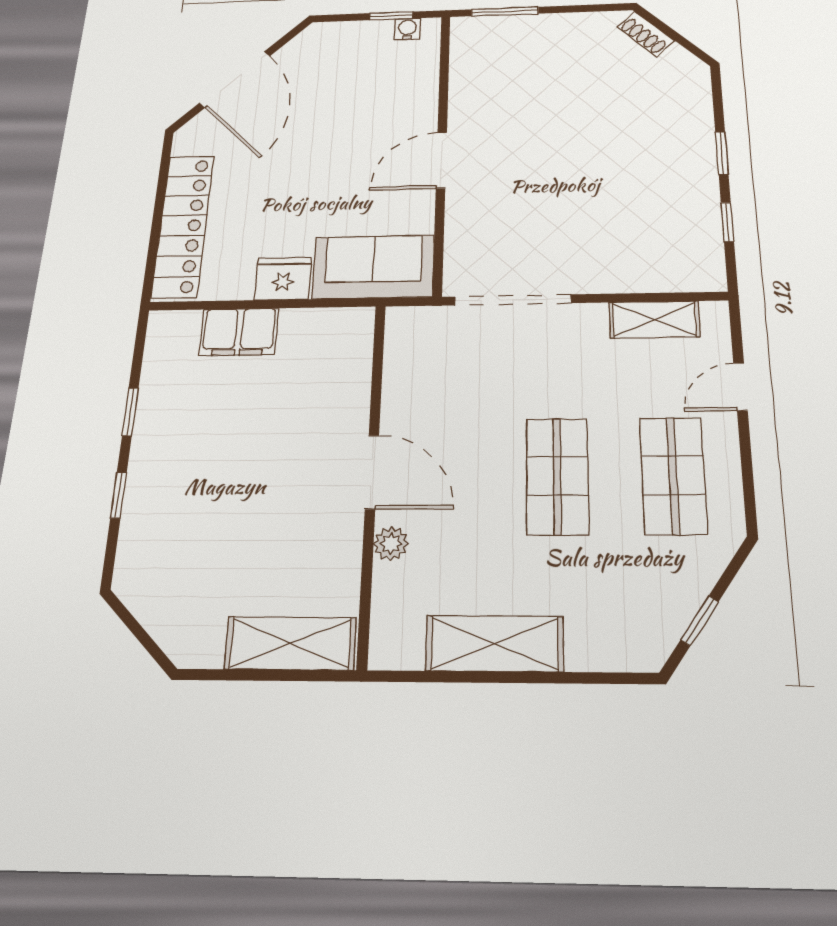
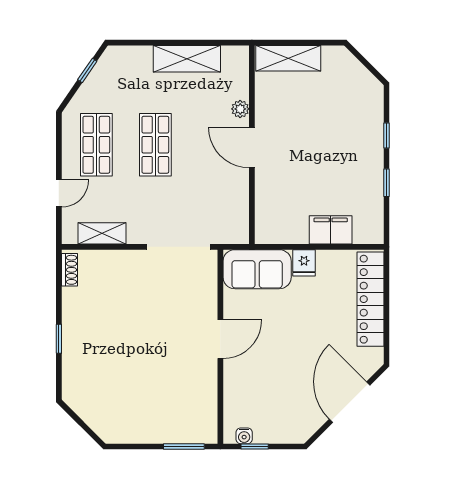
shoe rack: (646, 34) -> (70, 270), moved, turned 45
window: (727, 222) -> (59, 293), removed
fridge: (283, 279) -> (304, 263), width x0.72

